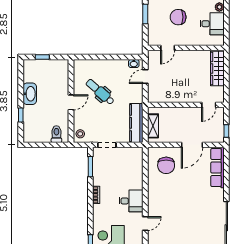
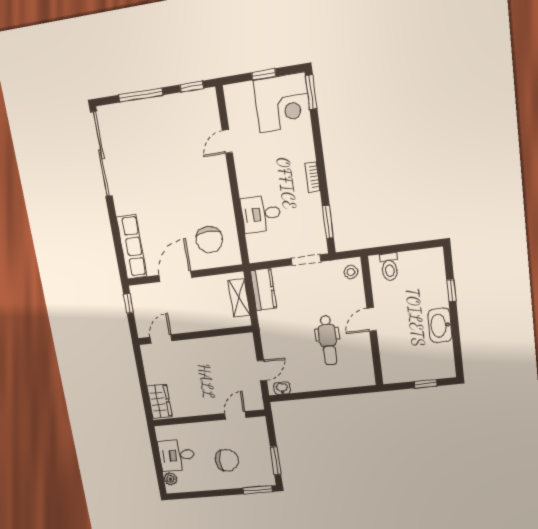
wardrobe: (217, 69) -> (159, 401), width x0.67
dental chair: (100, 92) -> (328, 340), turned 49
kitchen counter: (136, 123) -> (264, 289), width x0.67
chair: (166, 165) -> (209, 240), turned 180
desk: (131, 201) -> (261, 214), moved

